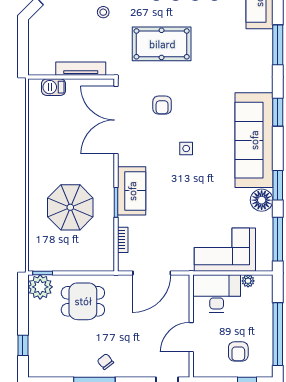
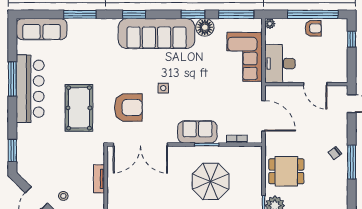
stool: (103, 12) -> (63, 196), moved
tv unit: (81, 69) -> (99, 179), width x0.71
barbecue: (54, 87) -> (114, 195), removed
armchair: (162, 105) -> (128, 108), width x1.88, depth x1.88
plant: (248, 281) -> (270, 24), moved
dining table: (83, 301) -> (286, 171), turned 90
armchair: (238, 351) -> (313, 28), moved

